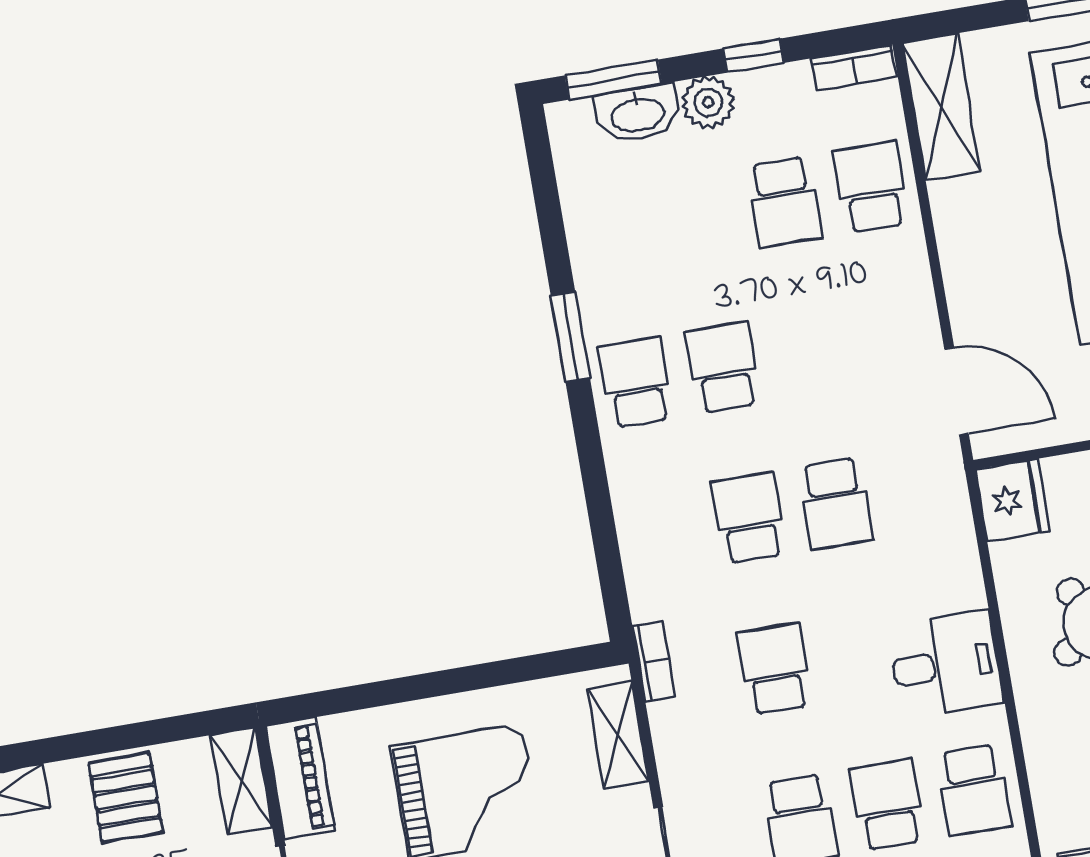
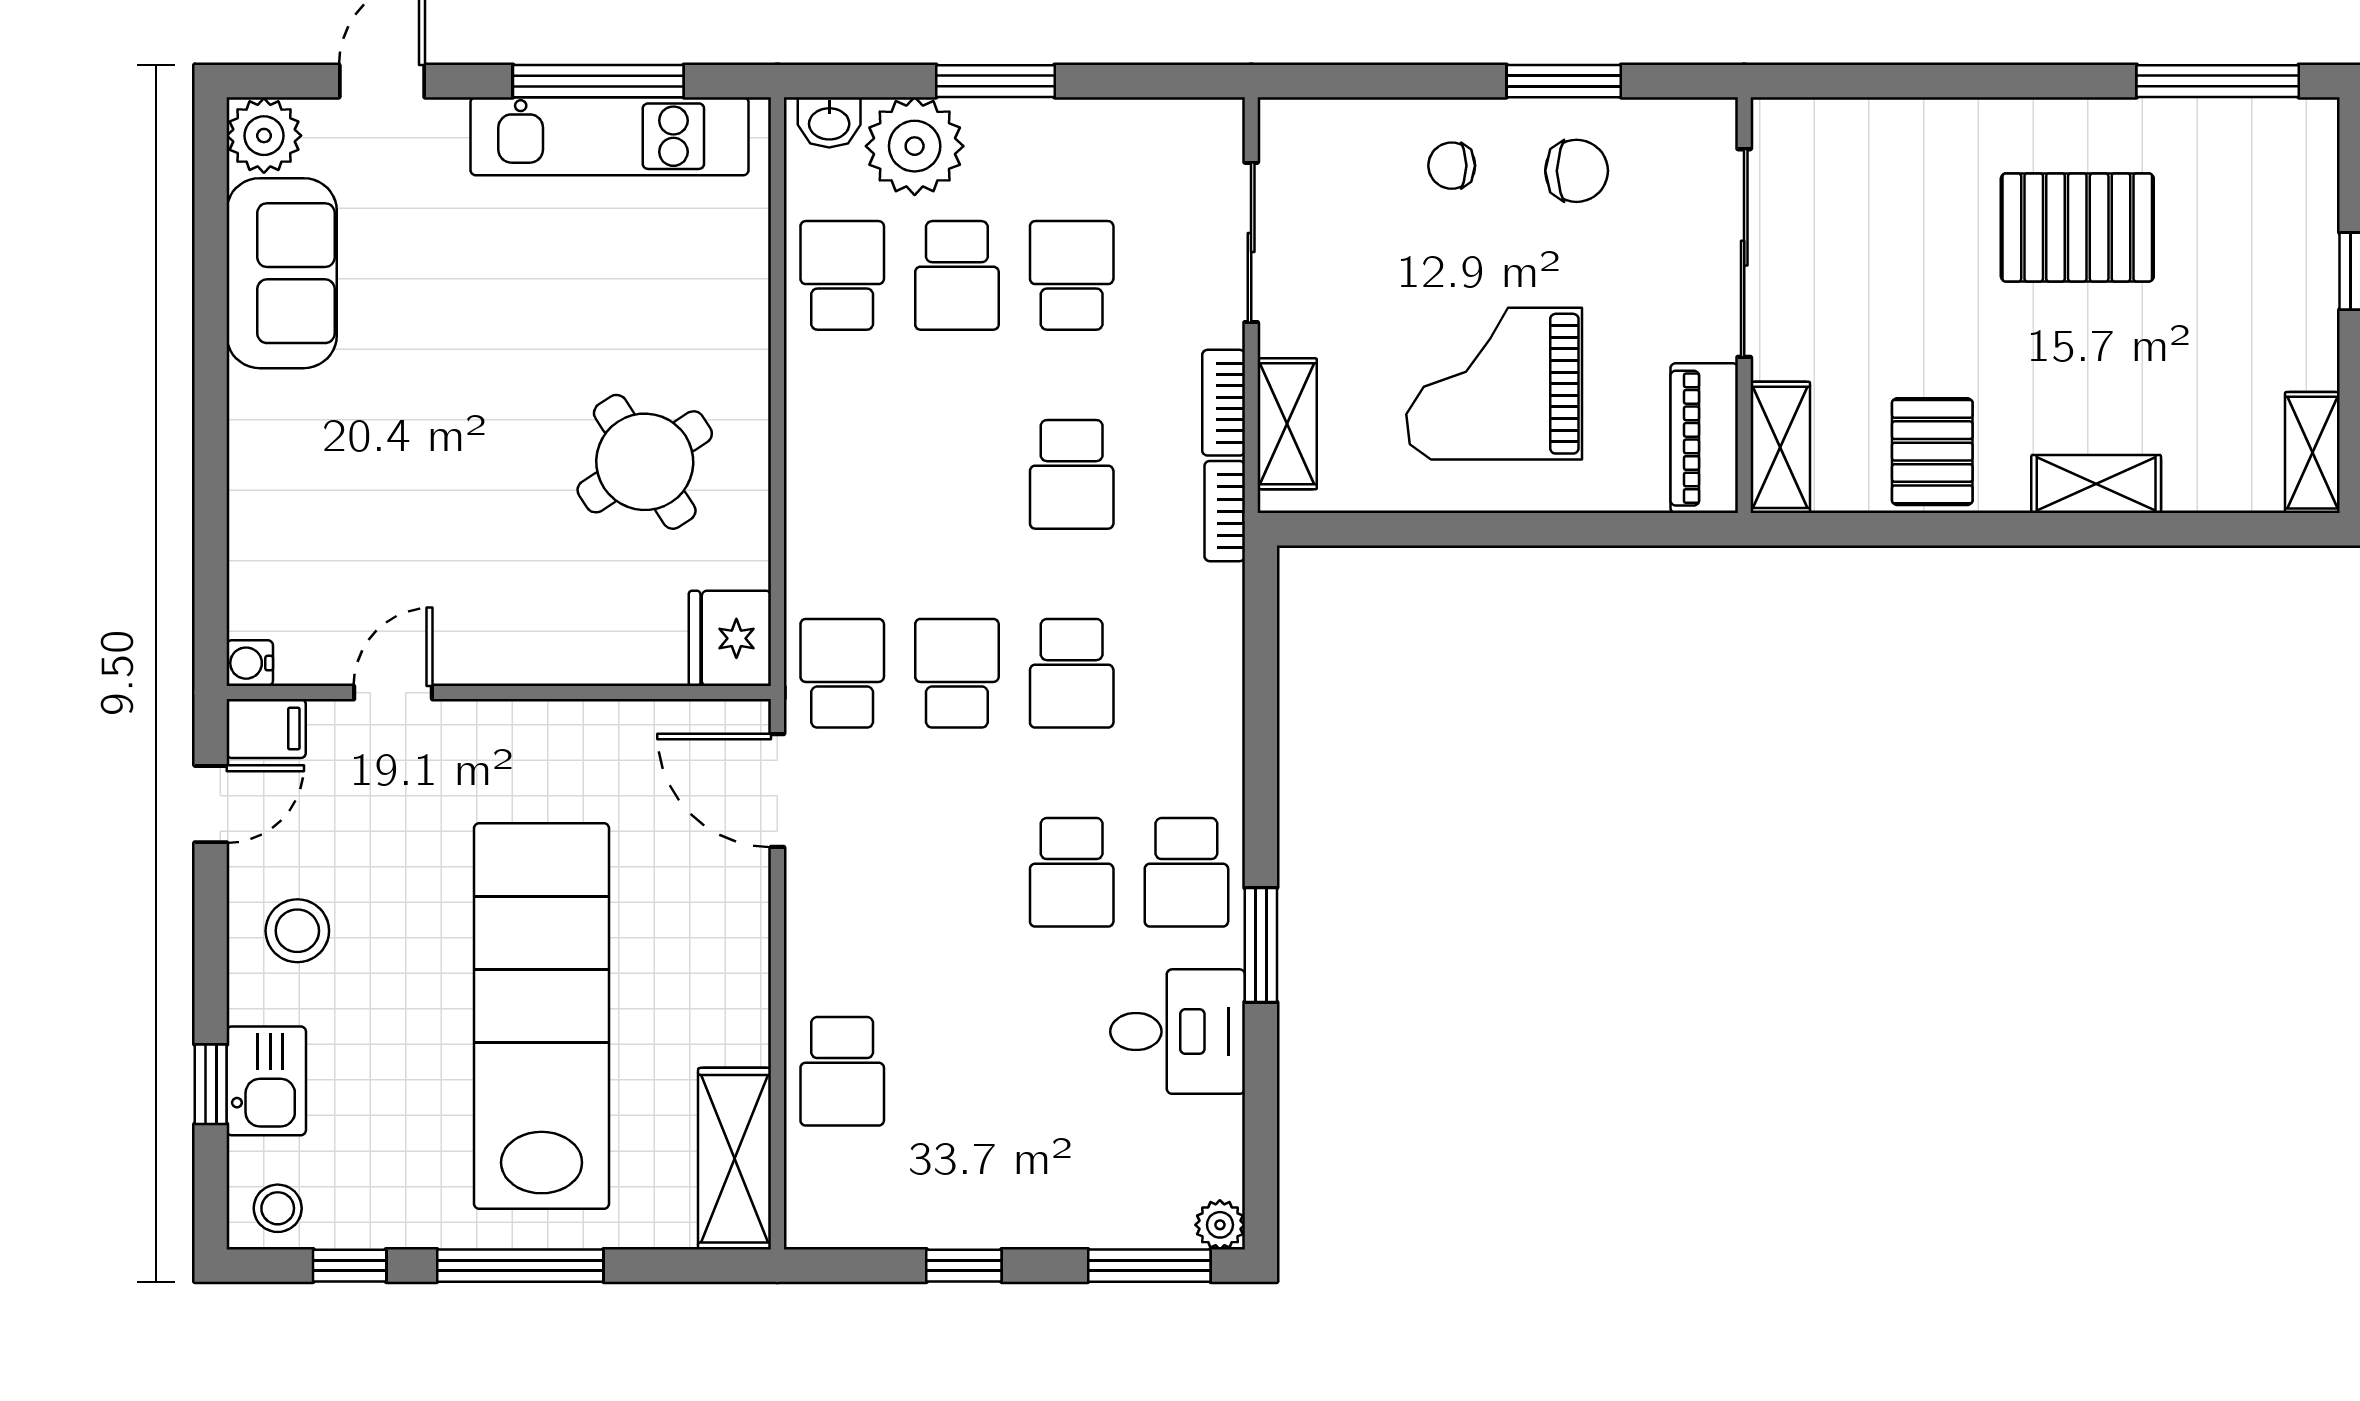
bookcase: (854, 67) -> (1224, 403), moved, turned -90
plant: (708, 102) -> (1220, 1225), moved, width x0.73, depth x0.73
washbasin: (638, 114) -> (1126, 1217), removed
school desk: (784, 202) -> (842, 673), moved
desk: (946, 664) -> (1178, 1032), moved, turned 180

